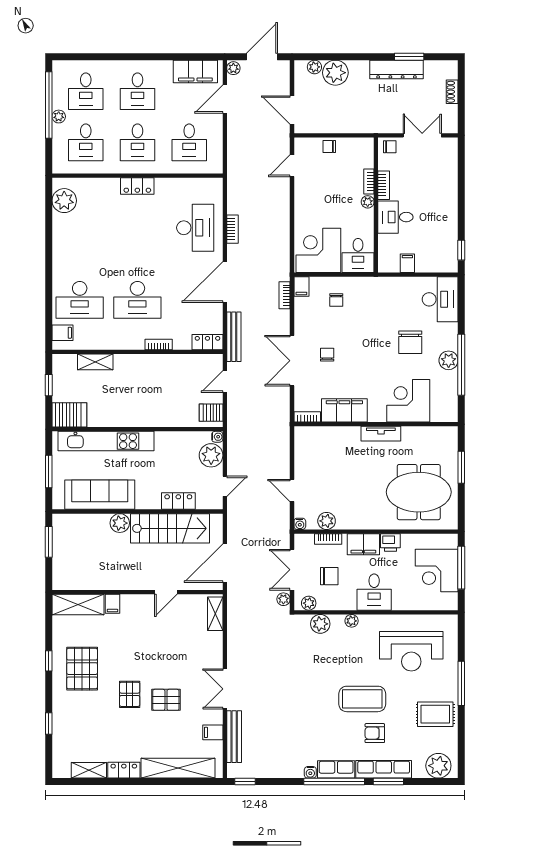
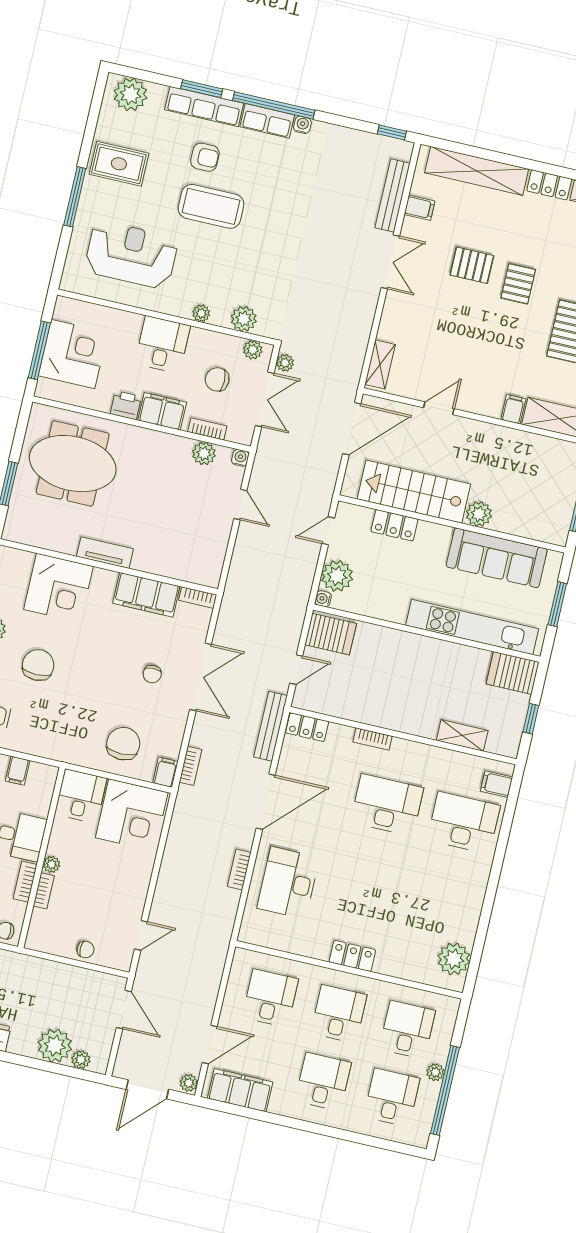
chair: (336, 300) -> (123, 744), width x1.87, depth x1.87
server rack: (211, 413) -> (331, 634), width x1.36, depth x1.44

